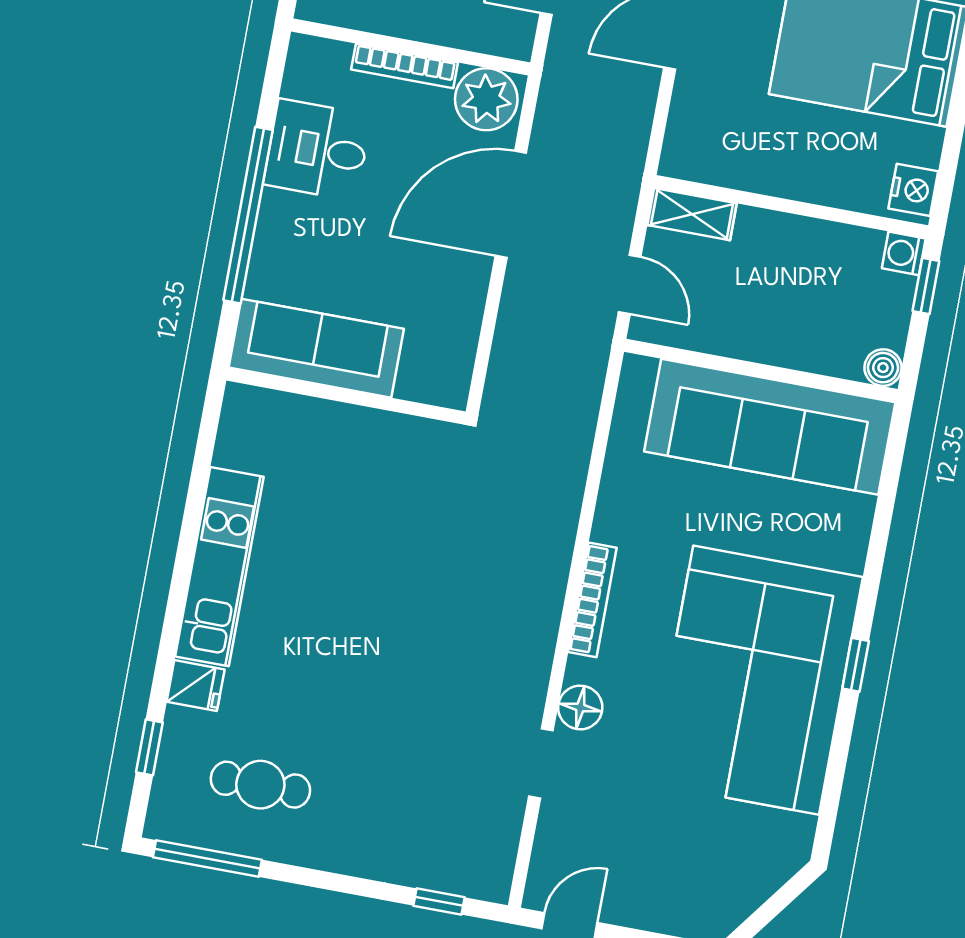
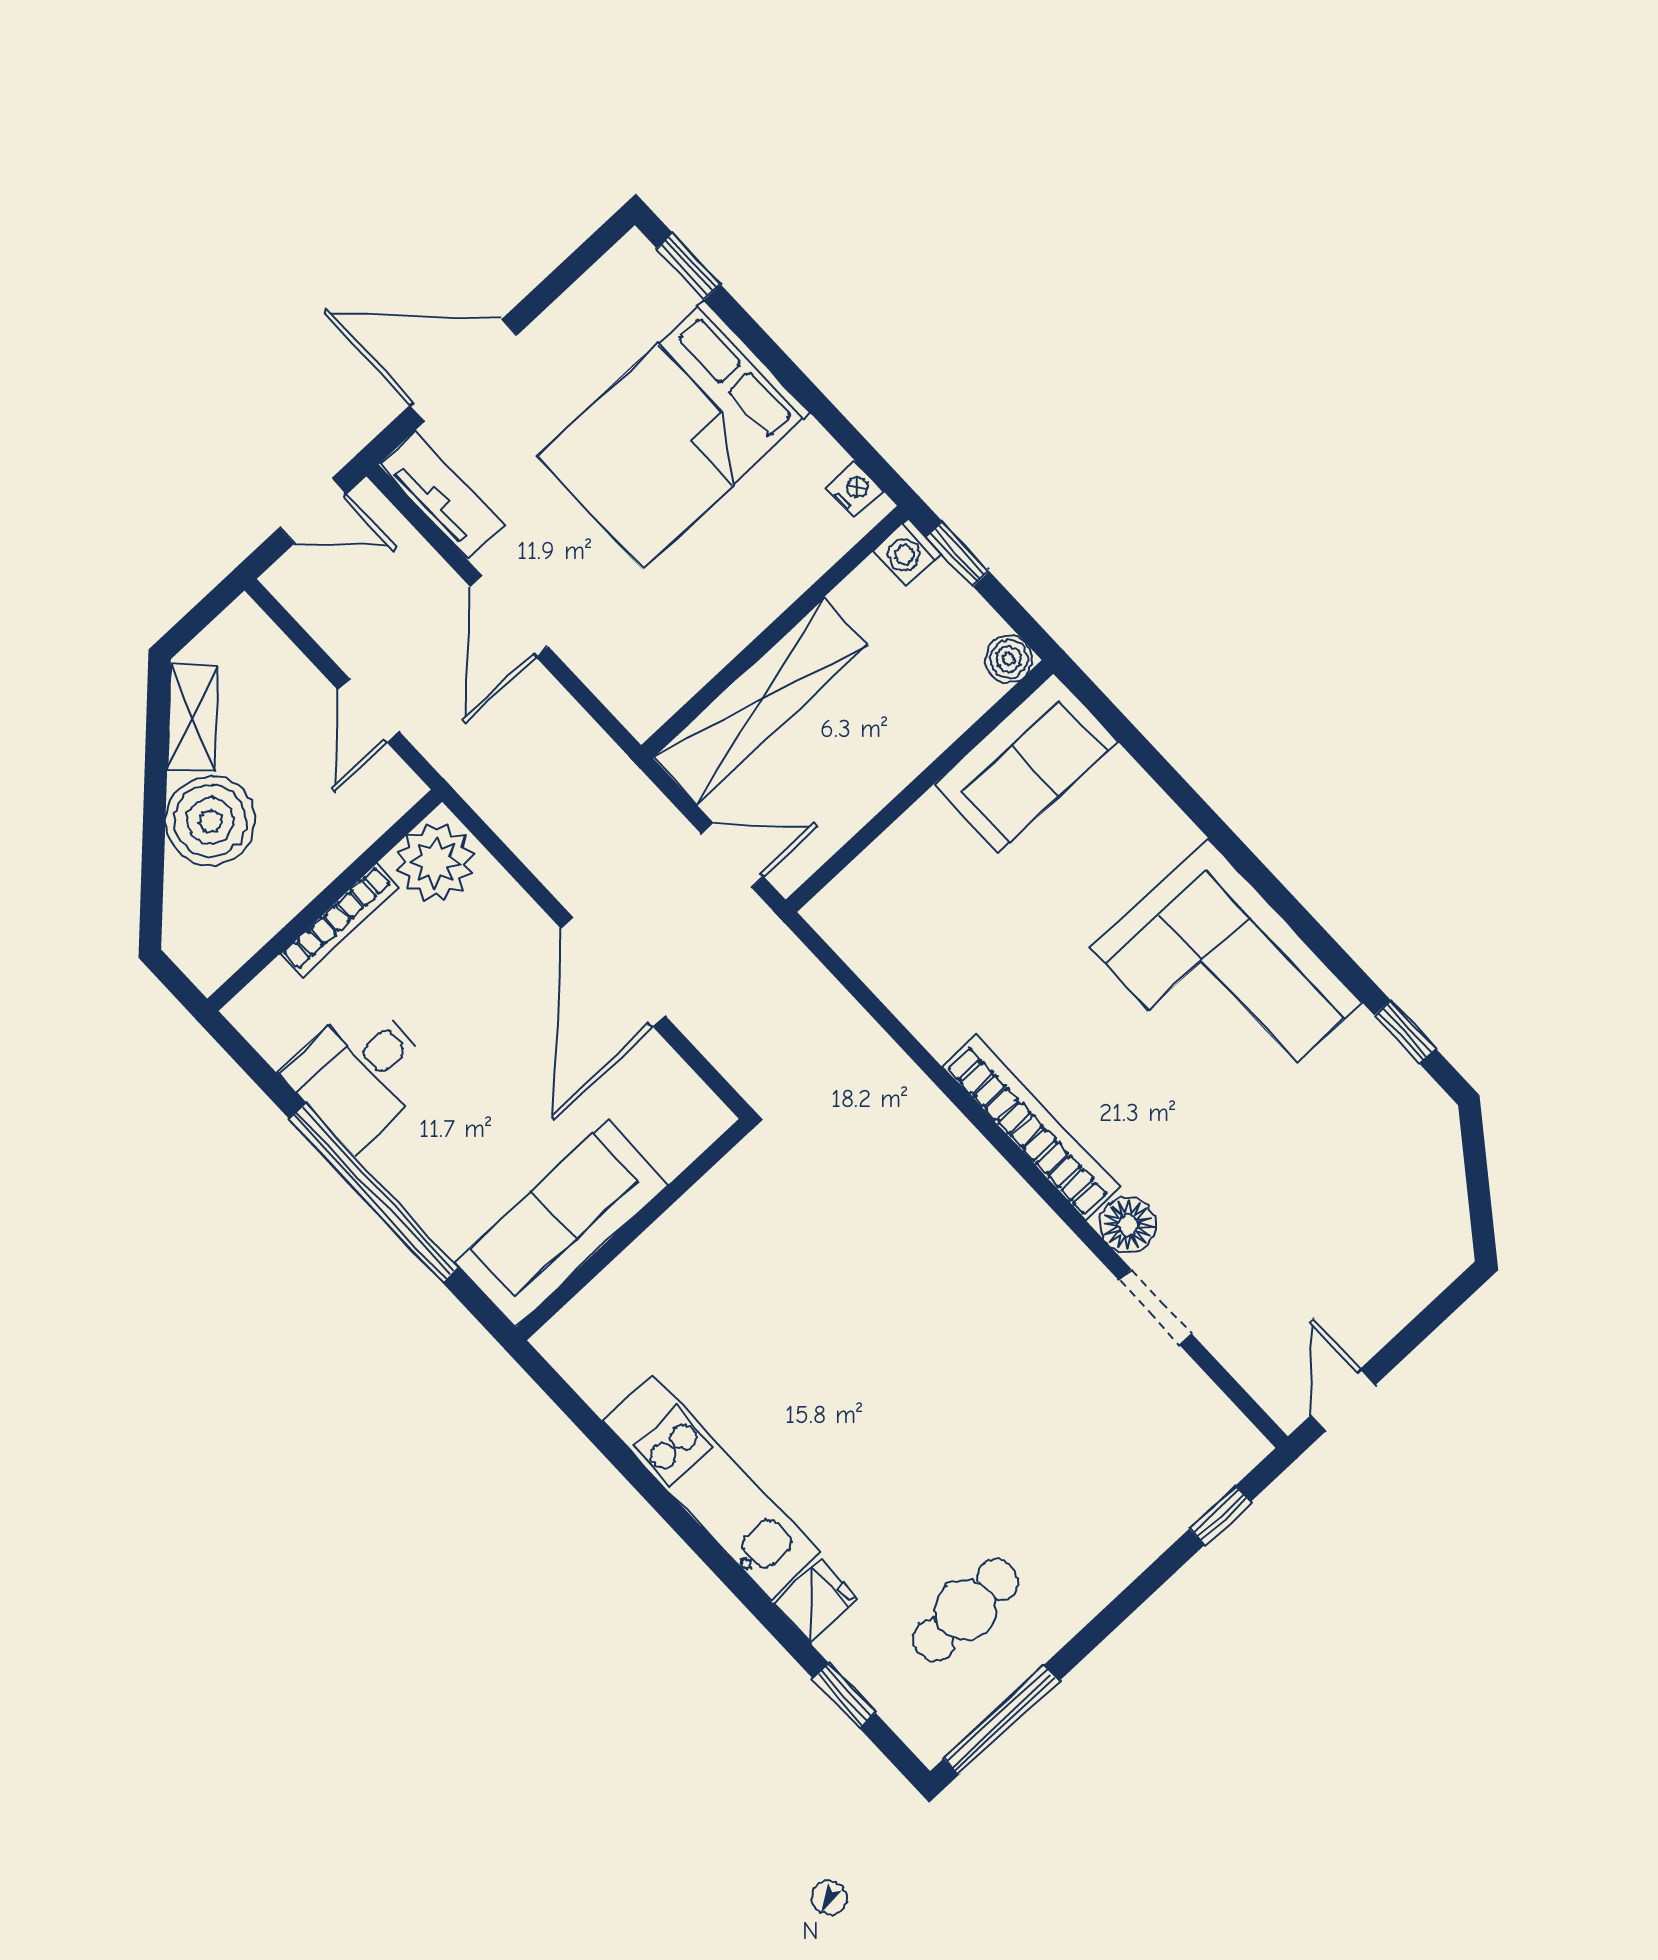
nightstand: (913, 190) -> (855, 489), width x0.72, depth x0.74
door: (511, 204) -> (613, 972), moved
shelving: (692, 214) -> (760, 701), width x2.20, depth x1.33
sofa: (770, 427) -> (1026, 763), width x0.54, depth x0.79
bookcase: (592, 600) -> (1031, 1127), width x1.48, depth x1.31
window: (856, 665) -> (1405, 1032), moved
corner sofa: (756, 680) -> (1226, 975), width x0.73, depth x0.74

